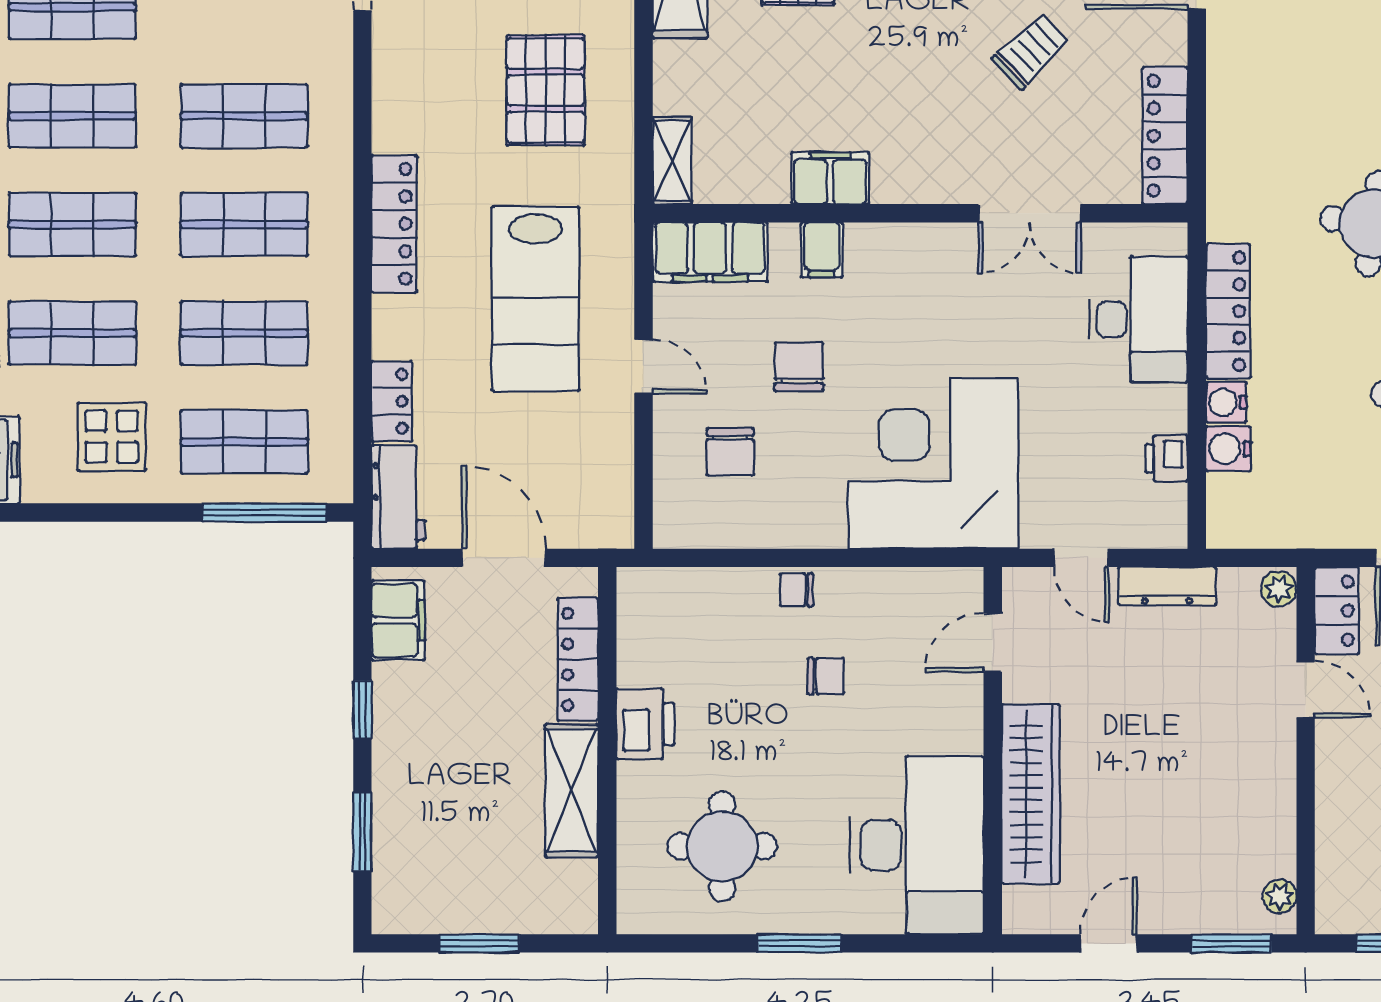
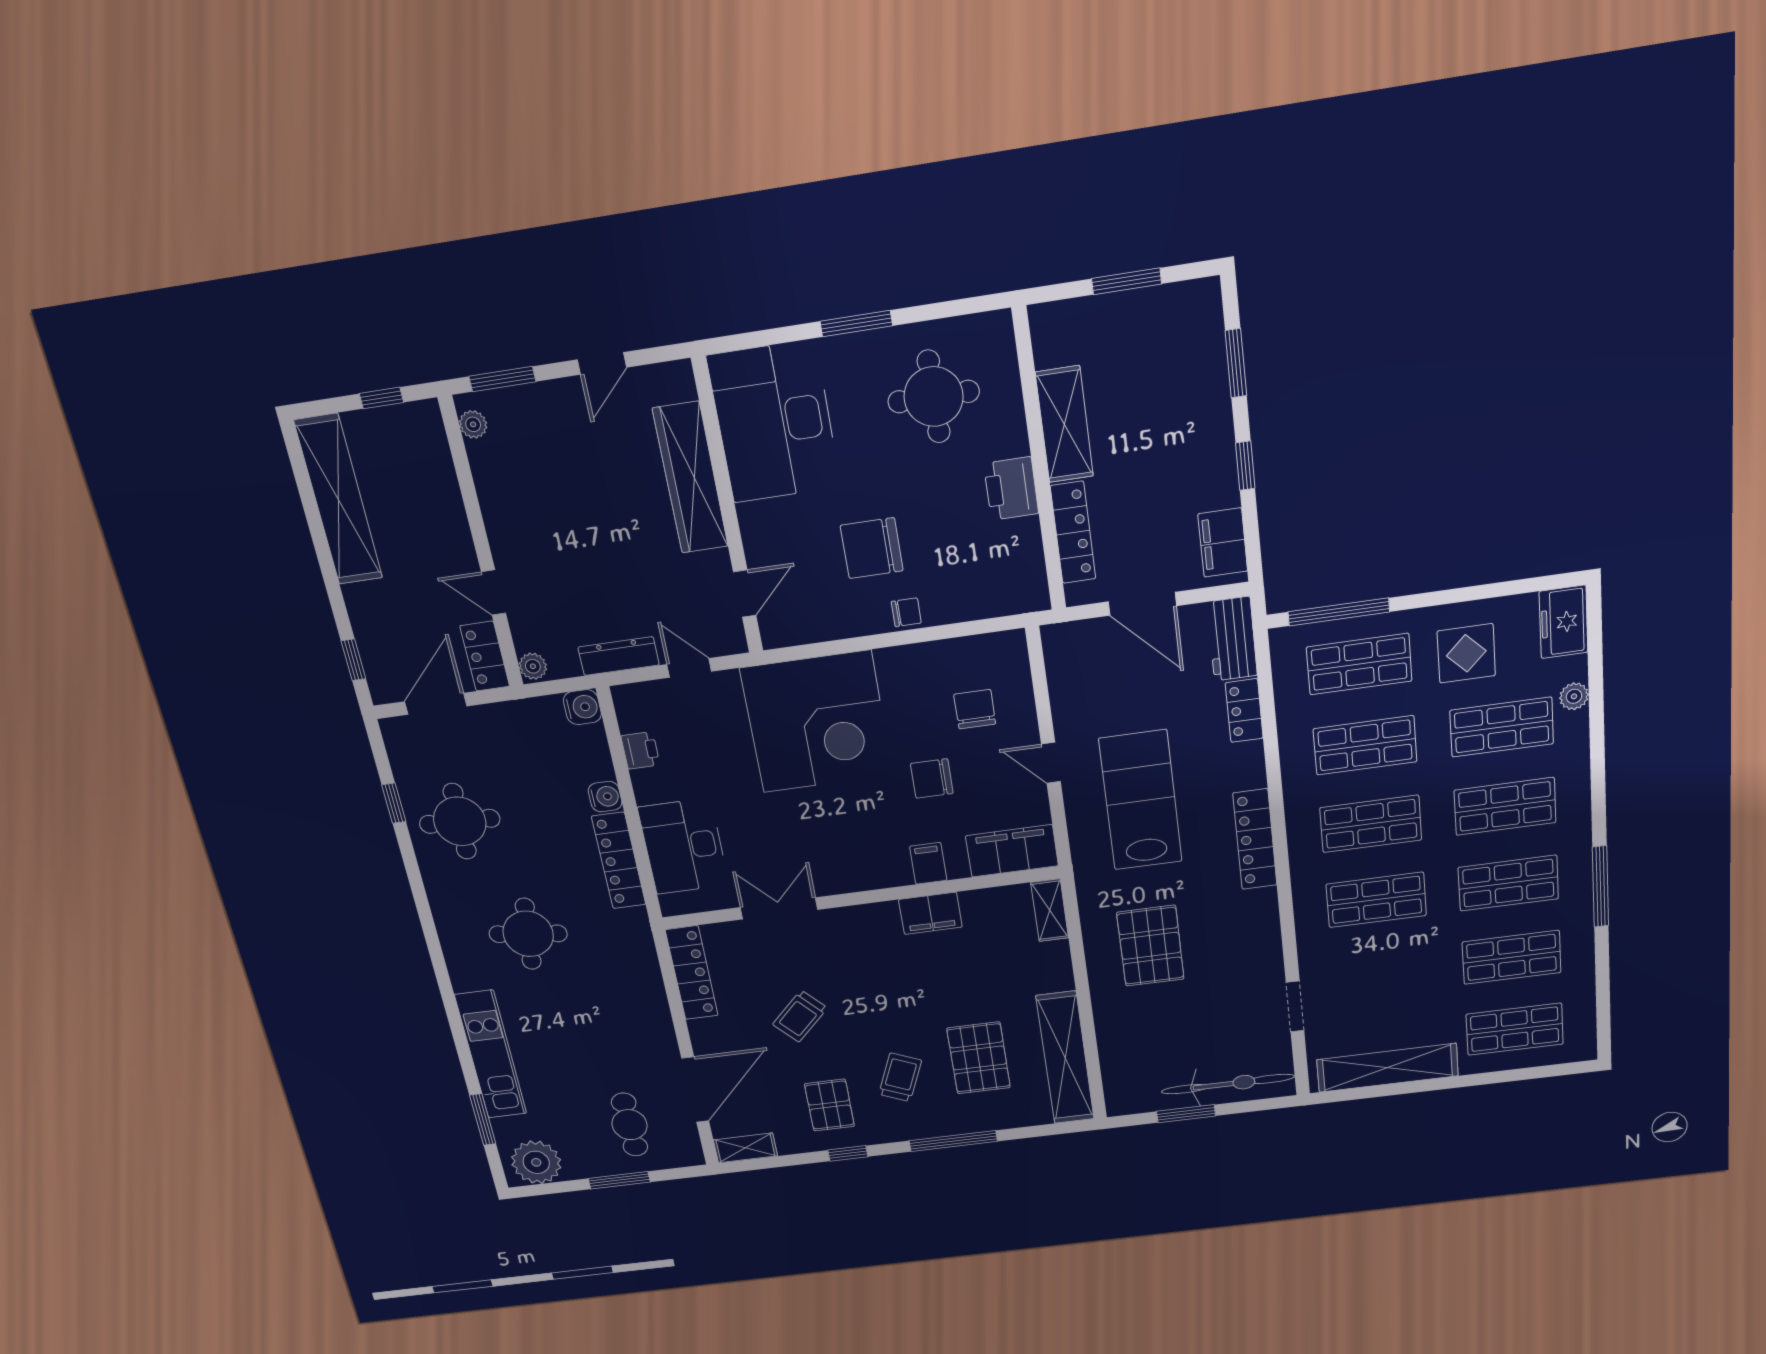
chair: (799, 367) -> (932, 779), turned 90
water cooler: (1228, 449) -> (582, 707), moved
chair: (826, 676) -> (872, 548), width x1.87, depth x1.87

